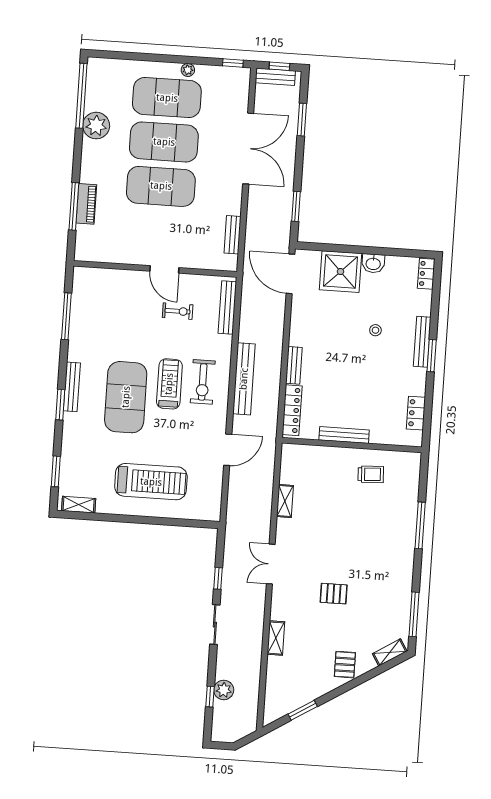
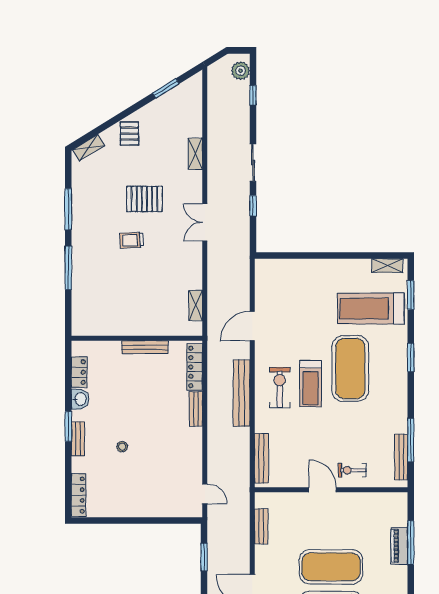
washbasin: (373, 263) -> (80, 399), moved, turned 90
shower: (341, 272) -> (158, 499), removed
door: (291, 274) -> (205, 494), width x0.53
locker: (426, 274) -> (79, 495), width x1.53
exercise bike: (178, 311) -> (352, 470), moved
bench: (422, 342) -> (78, 439), width x0.73
bench: (72, 387) -> (401, 457), moved
trolley: (371, 474) -> (131, 240), moved
treadmill: (151, 482) -> (371, 309), moved
shelving: (285, 501) -> (196, 306), moved
double door: (271, 564) -> (205, 222), swing flipped
pallet: (334, 594) -> (144, 199), width x1.50, depth x1.42
window: (414, 614) -> (68, 209), moved
plant: (224, 690) -> (241, 71), moved

